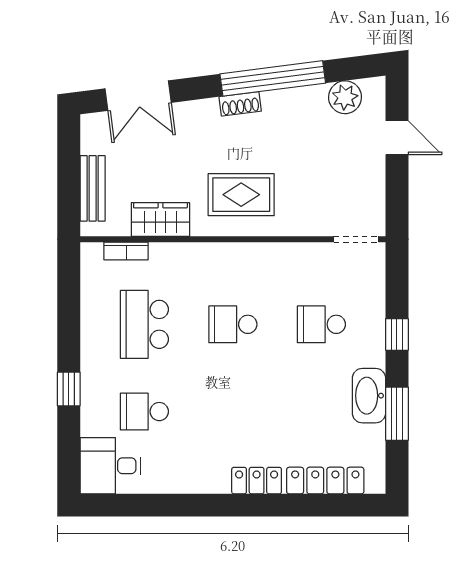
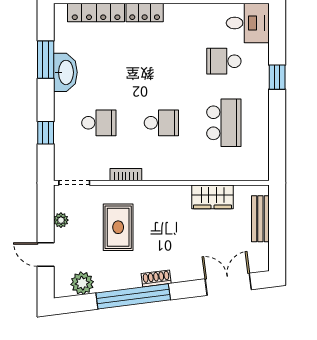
plant: (375, 186) -> (61, 220), added
rug: (241, 195) -> (118, 227), moved, turned 90
bookcase: (126, 251) -> (126, 175), moved
window: (397, 334) -> (46, 133), moved
school desk: (144, 412) -> (224, 61), turned 180

